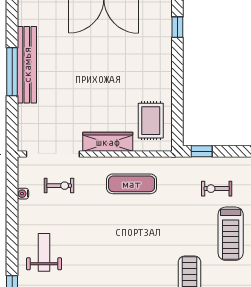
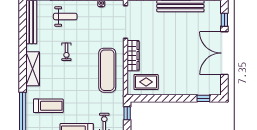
exercise mat: (132, 184) -> (107, 70), width x1.36, depth x1.45
exercise bike: (59, 186) -> (66, 52), moved

